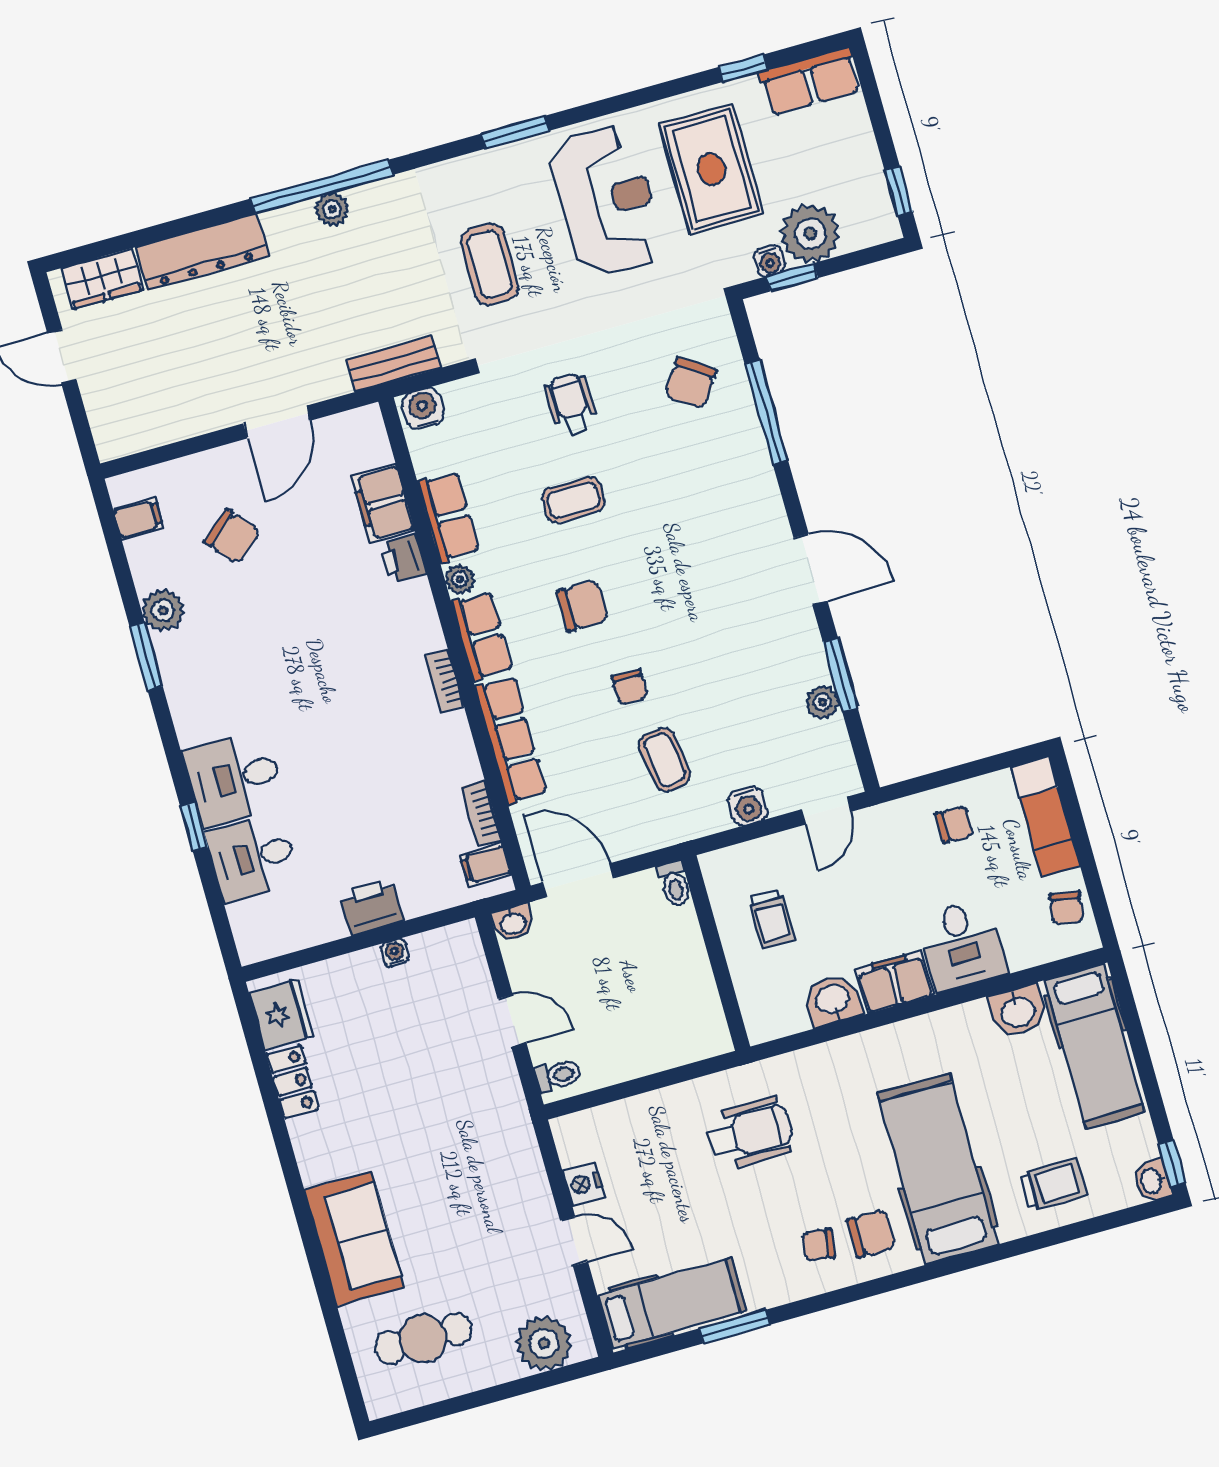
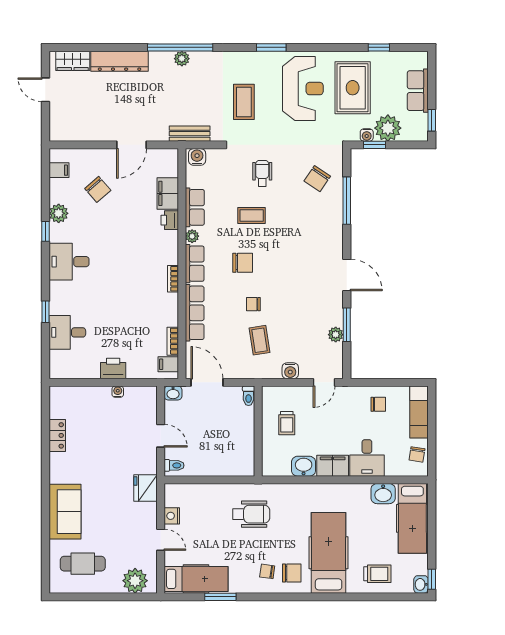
row of seats: (810, 81) -> (418, 91), moved, turned 90
window: (146, 656) -> (45, 231), width x0.67
chair: (630, 687) -> (253, 304), turned 90
desk: (234, 778) -> (69, 262), moved
fridge: (281, 1014) -> (146, 488), moved, turned 180

